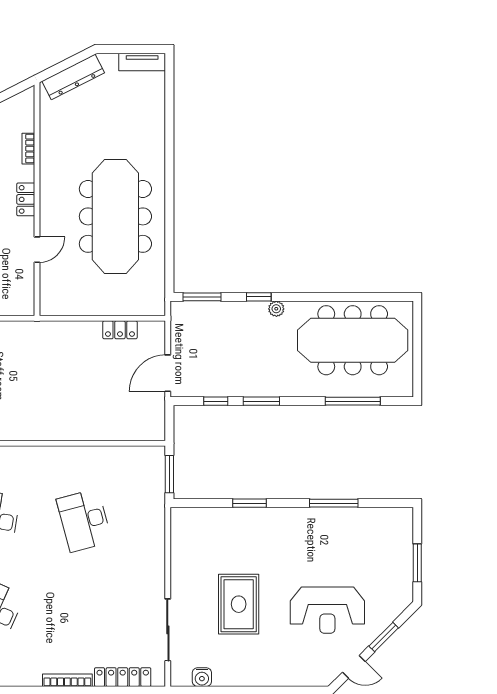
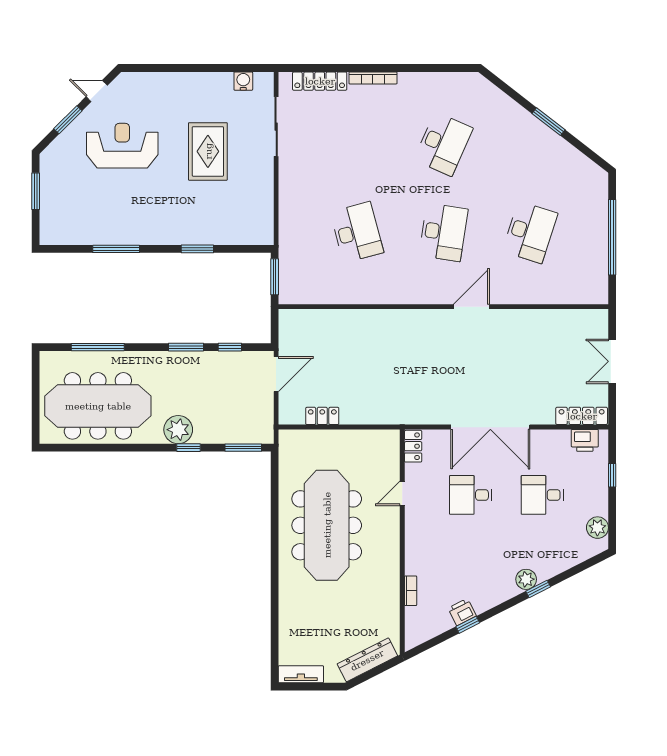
locker: (26, 199) -> (413, 446), moved
plant: (276, 309) -> (178, 430), width x1.87, depth x1.87

